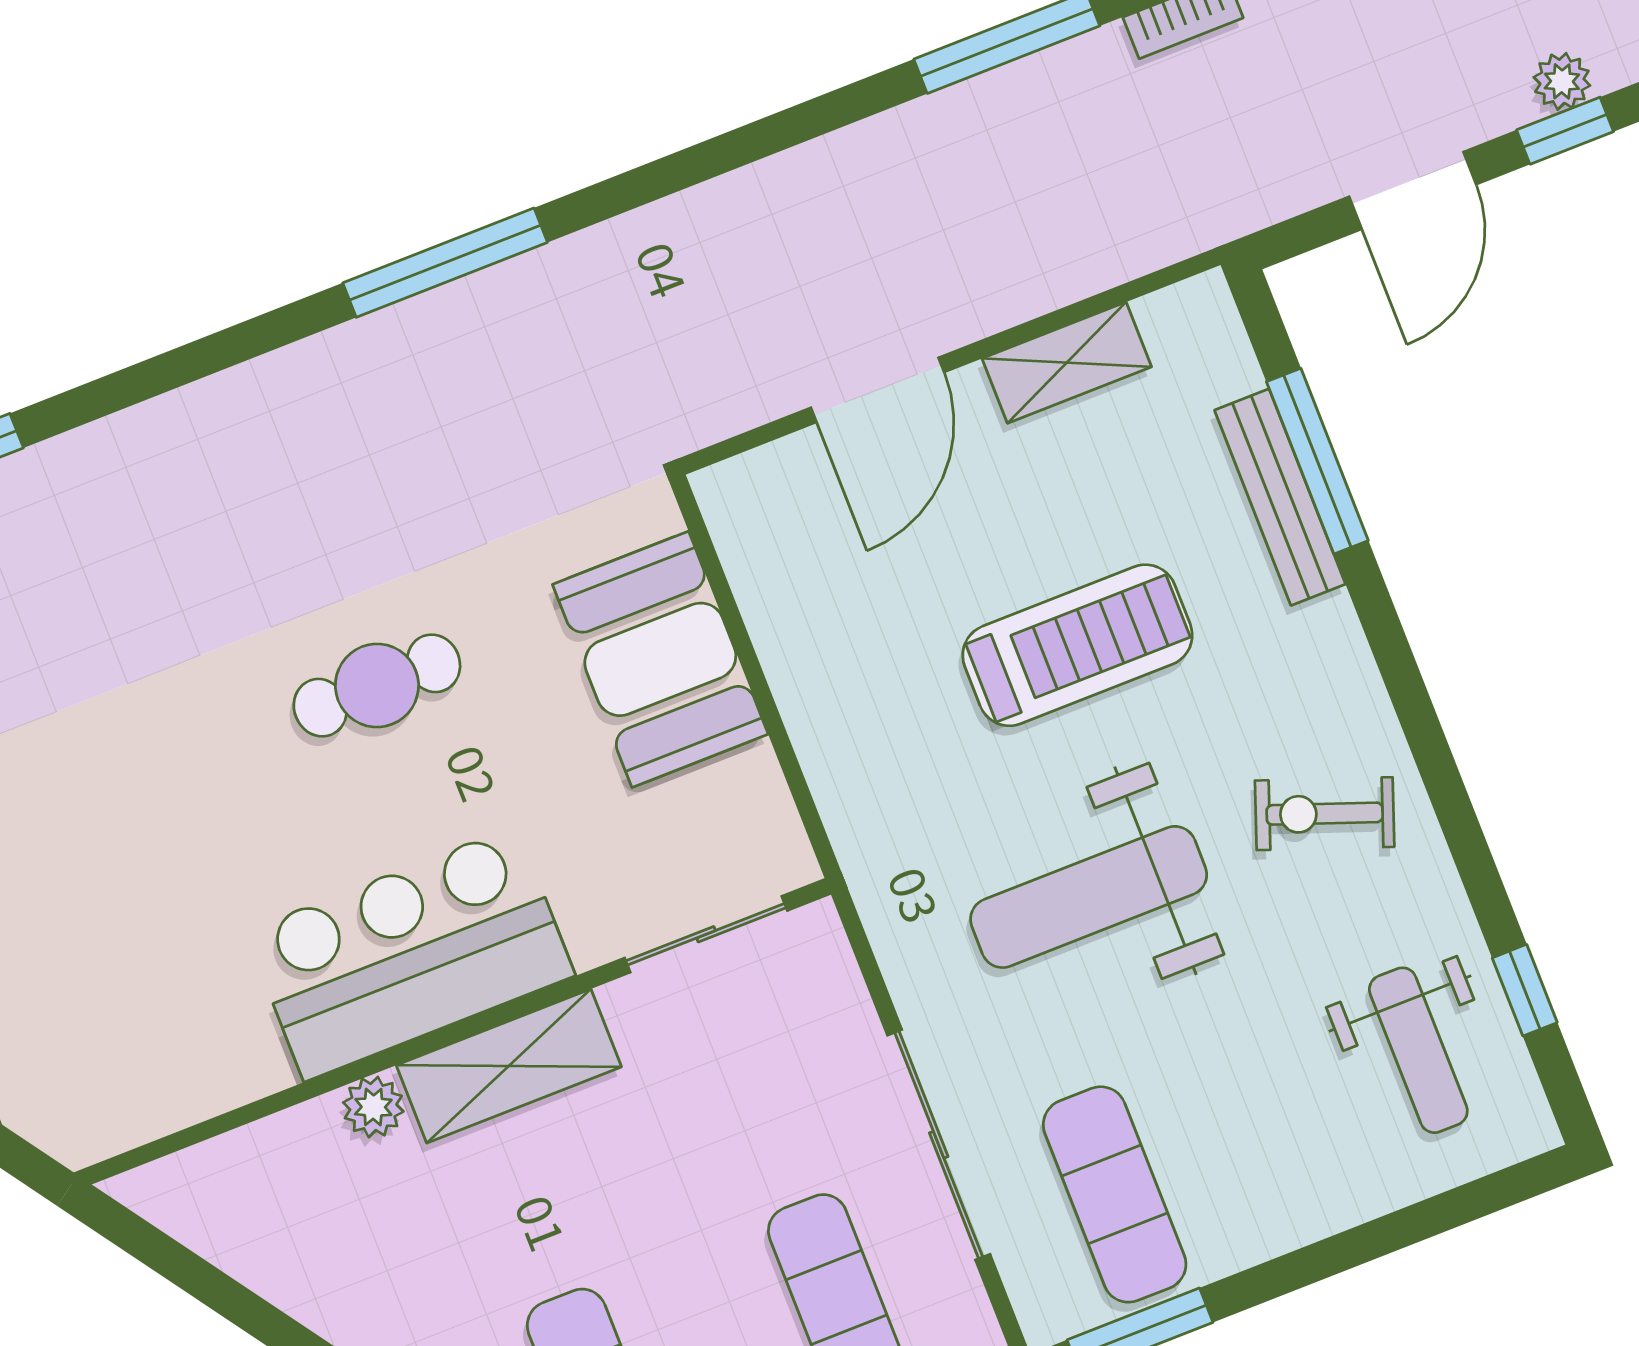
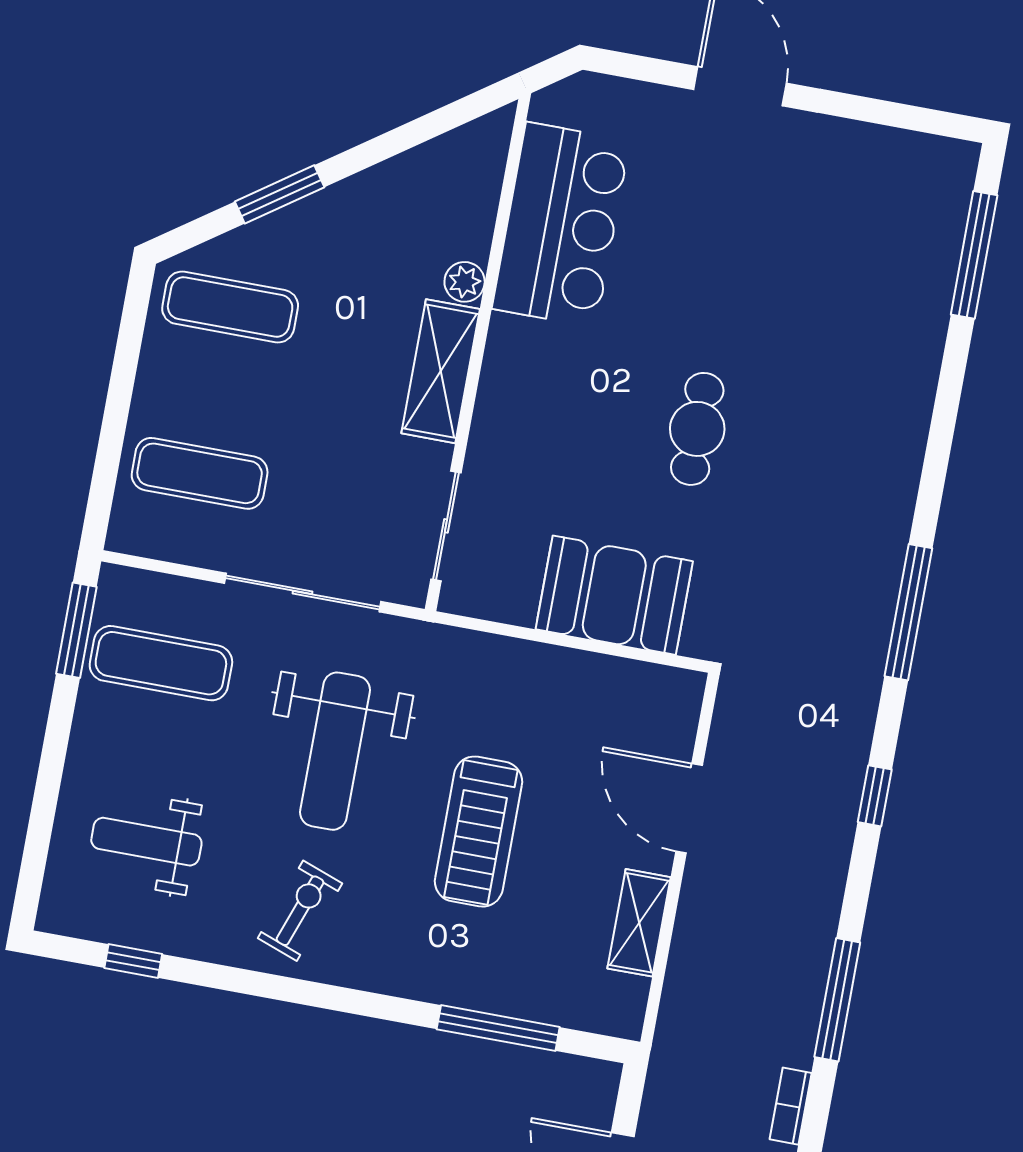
window: (711, 158) -> (875, 796), added
bench: (1280, 497) -> (491, 995), removed
weight bench: (1089, 897) -> (335, 751), turned 180
bar counter: (410, 953) -> (561, 225), moved
weight bench: (1418, 1050) -> (146, 842), moved
sliding door: (939, 1145) -> (303, 592), moved

